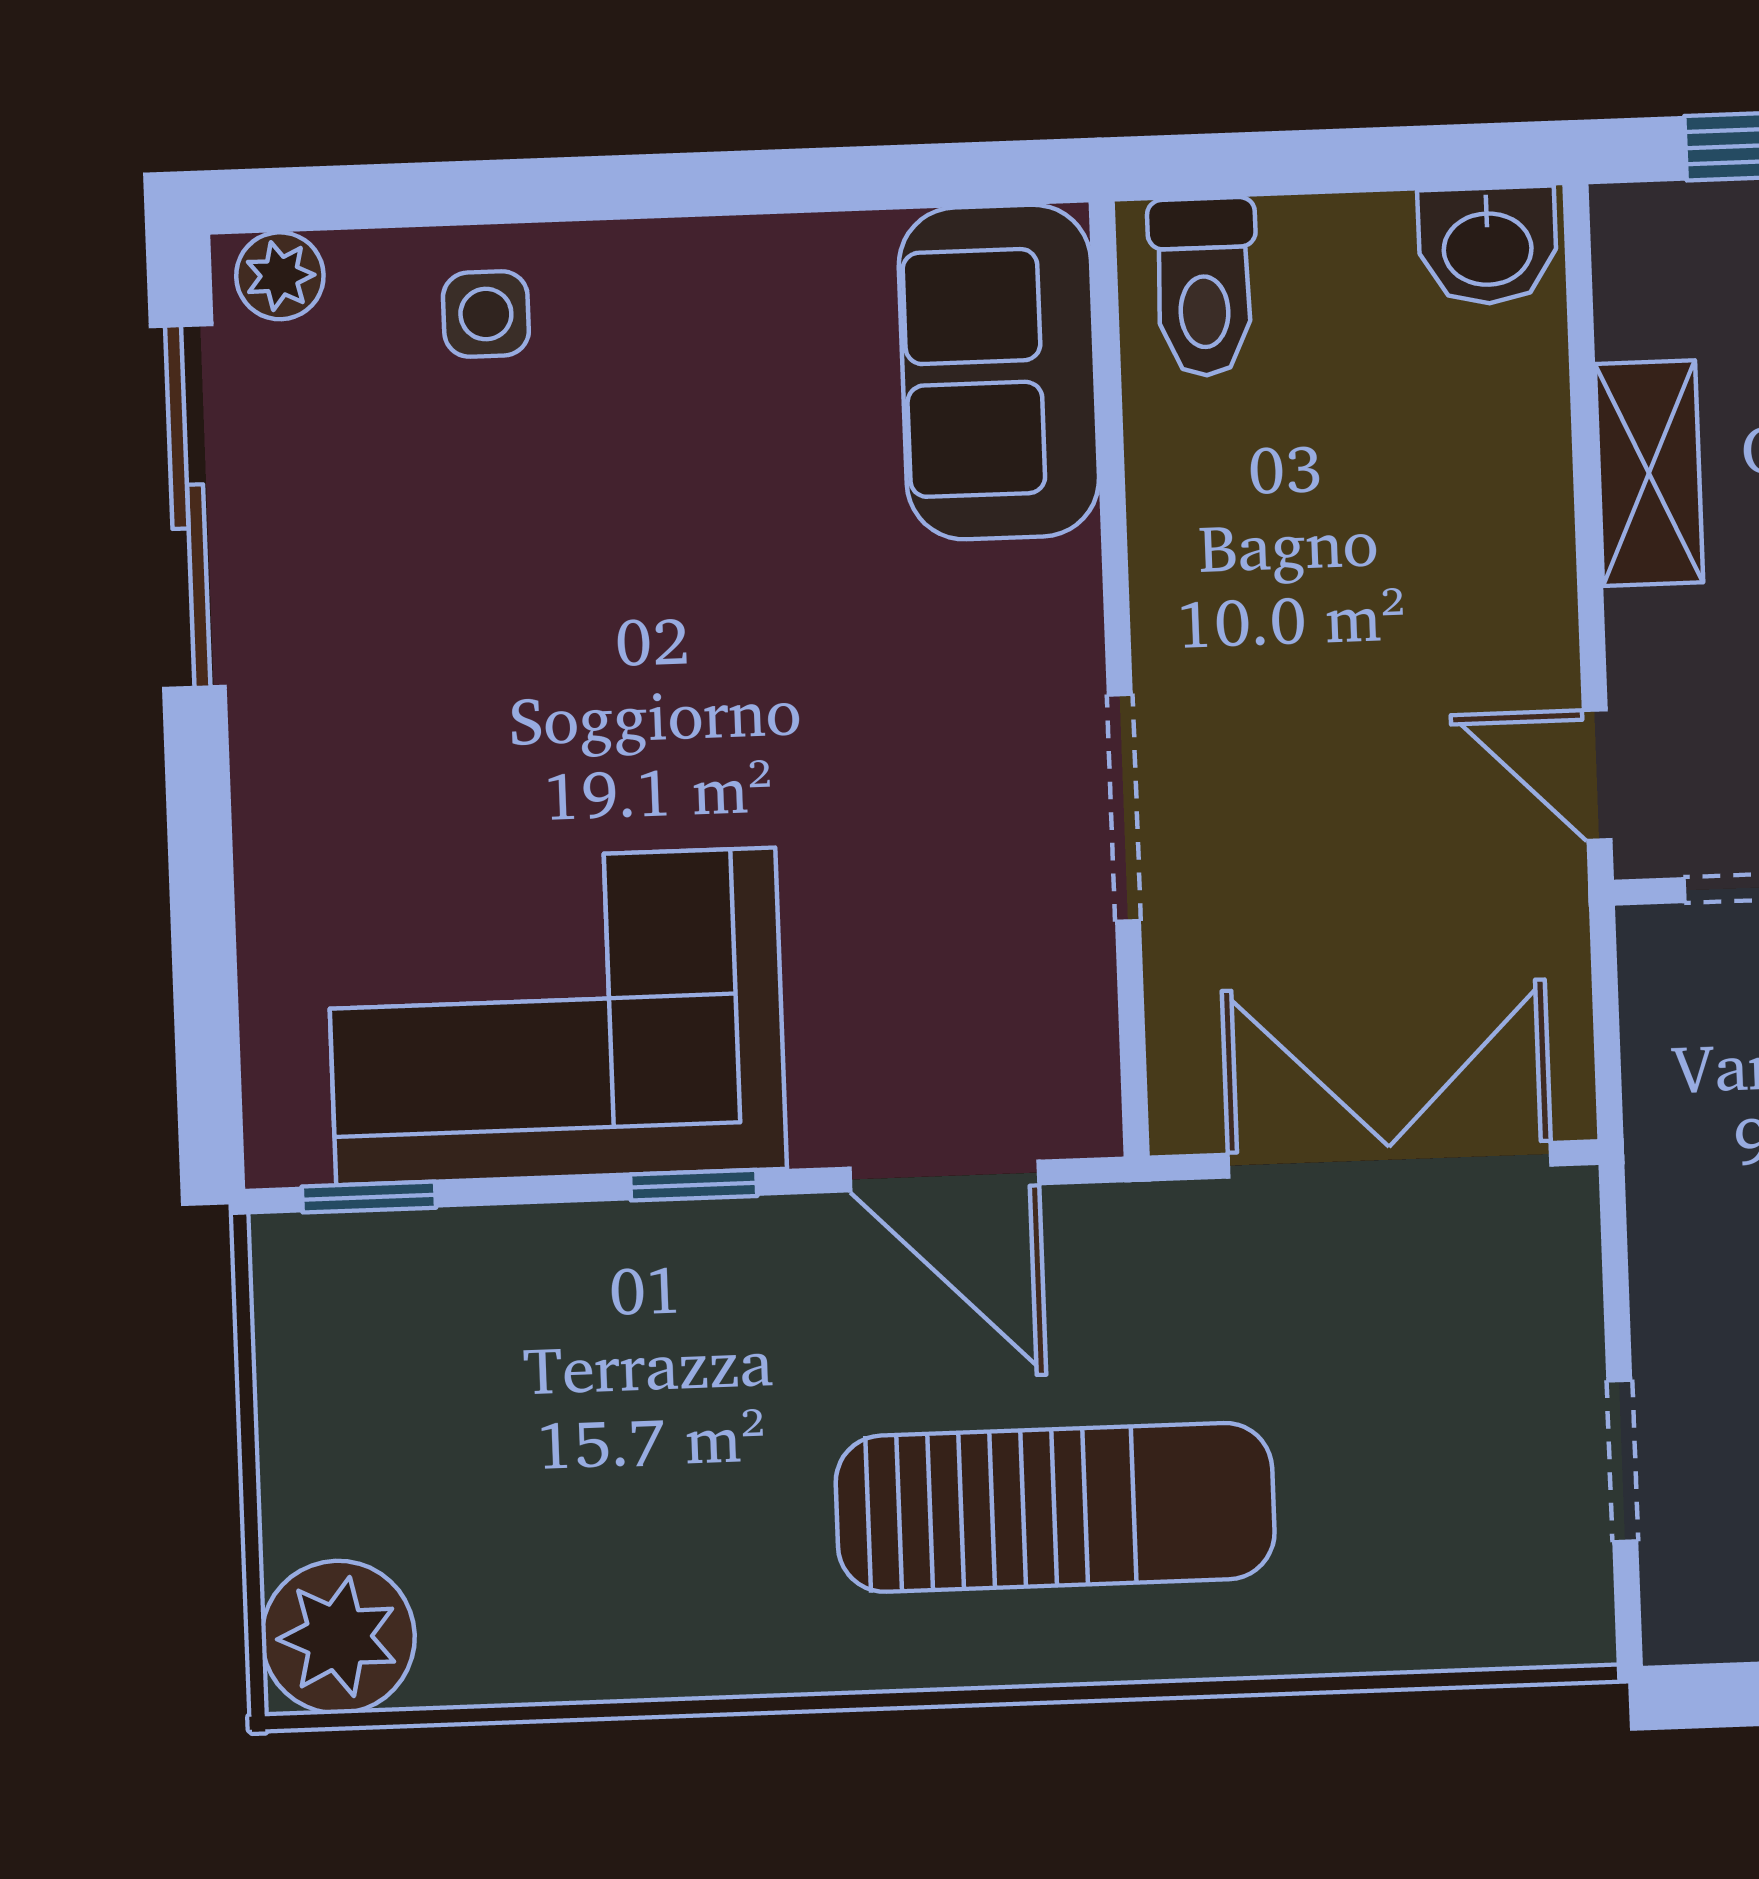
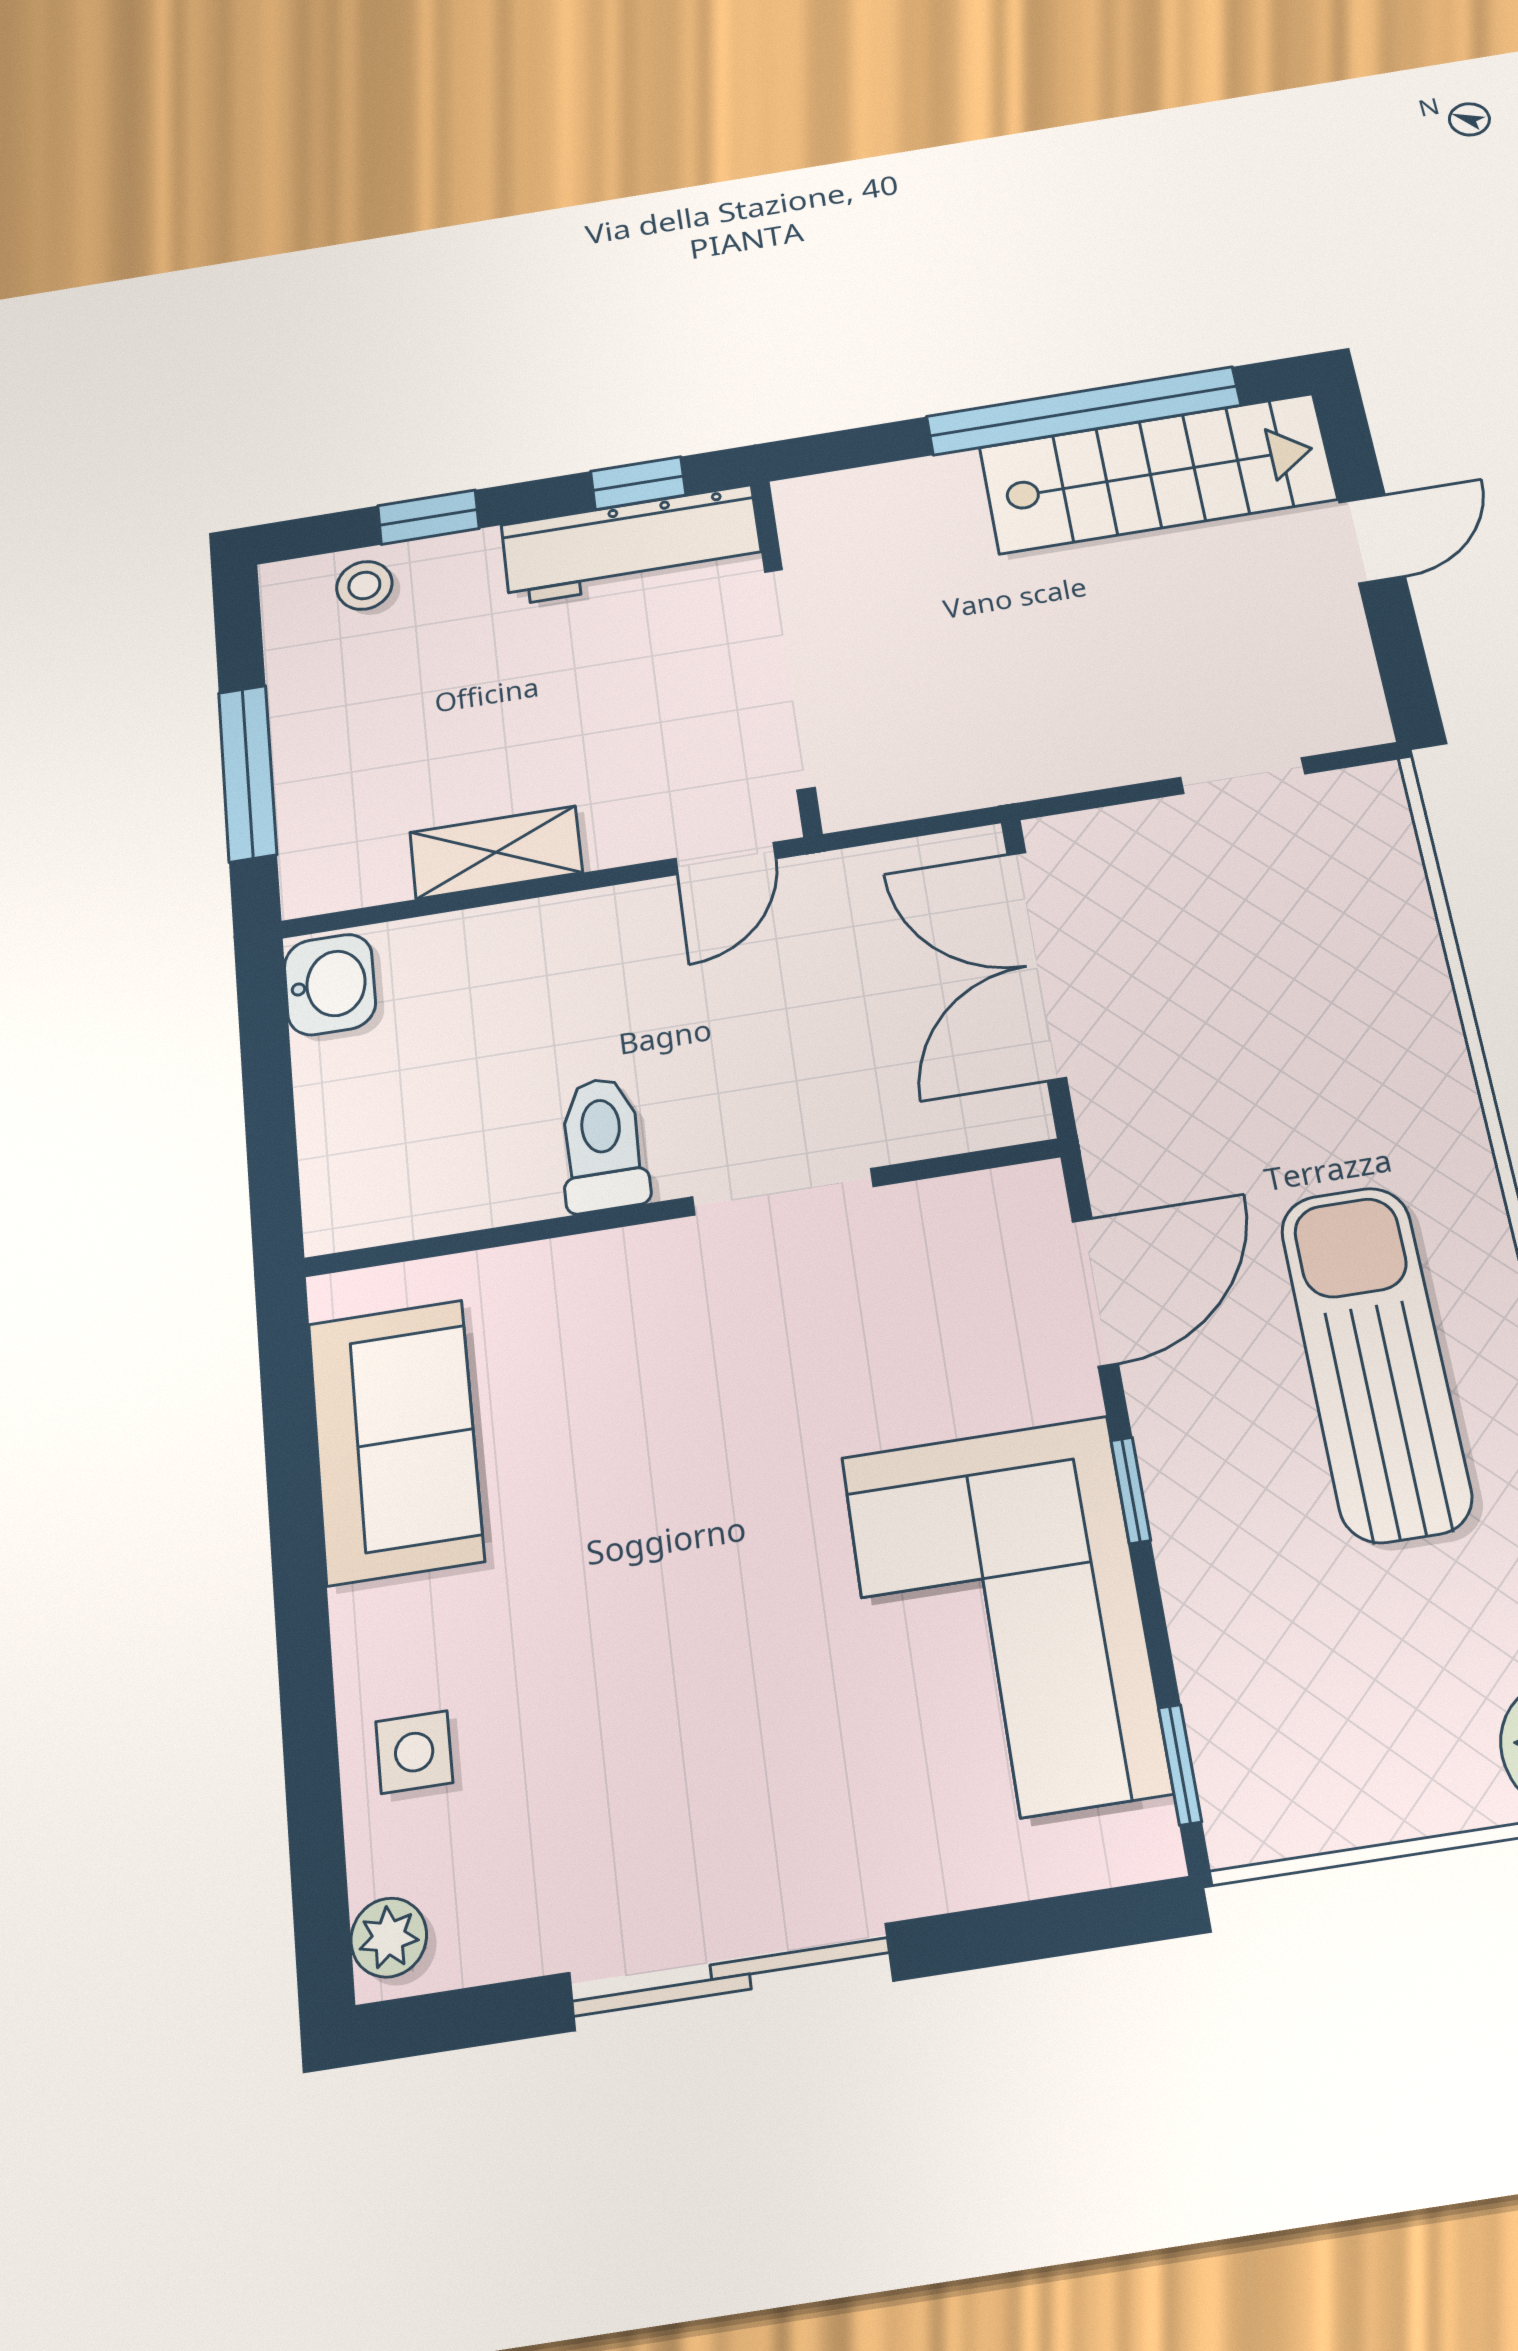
toilet: (1204, 287) -> (603, 1144), moved, turned -90
sofa: (999, 372) -> (395, 1441), moved, turned -90
sliding door: (188, 507) -> (731, 1977), moved
sun lounger: (1055, 1507) -> (1375, 1362), moved

